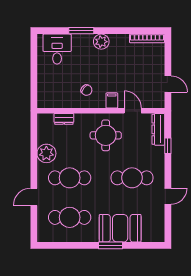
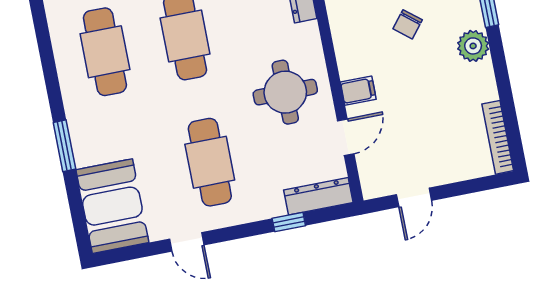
chair: (86, 90) -> (408, 24), moved
booth: (120, 228) -> (112, 206), moved

